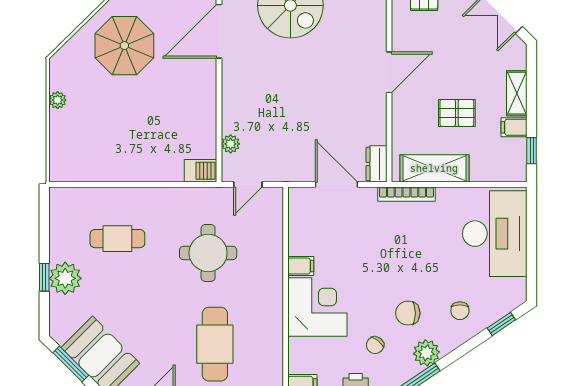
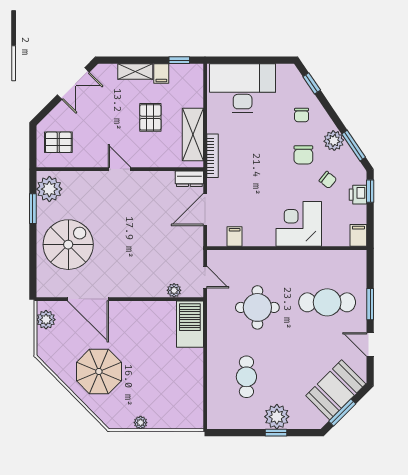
door: (389, 72) -> (119, 169), width x0.73
barbecue: (201, 171) -> (190, 324), width x1.88, depth x1.53
filing cabinet: (301, 266) -> (235, 237), moved
chair: (460, 311) -> (302, 115), turned 90

